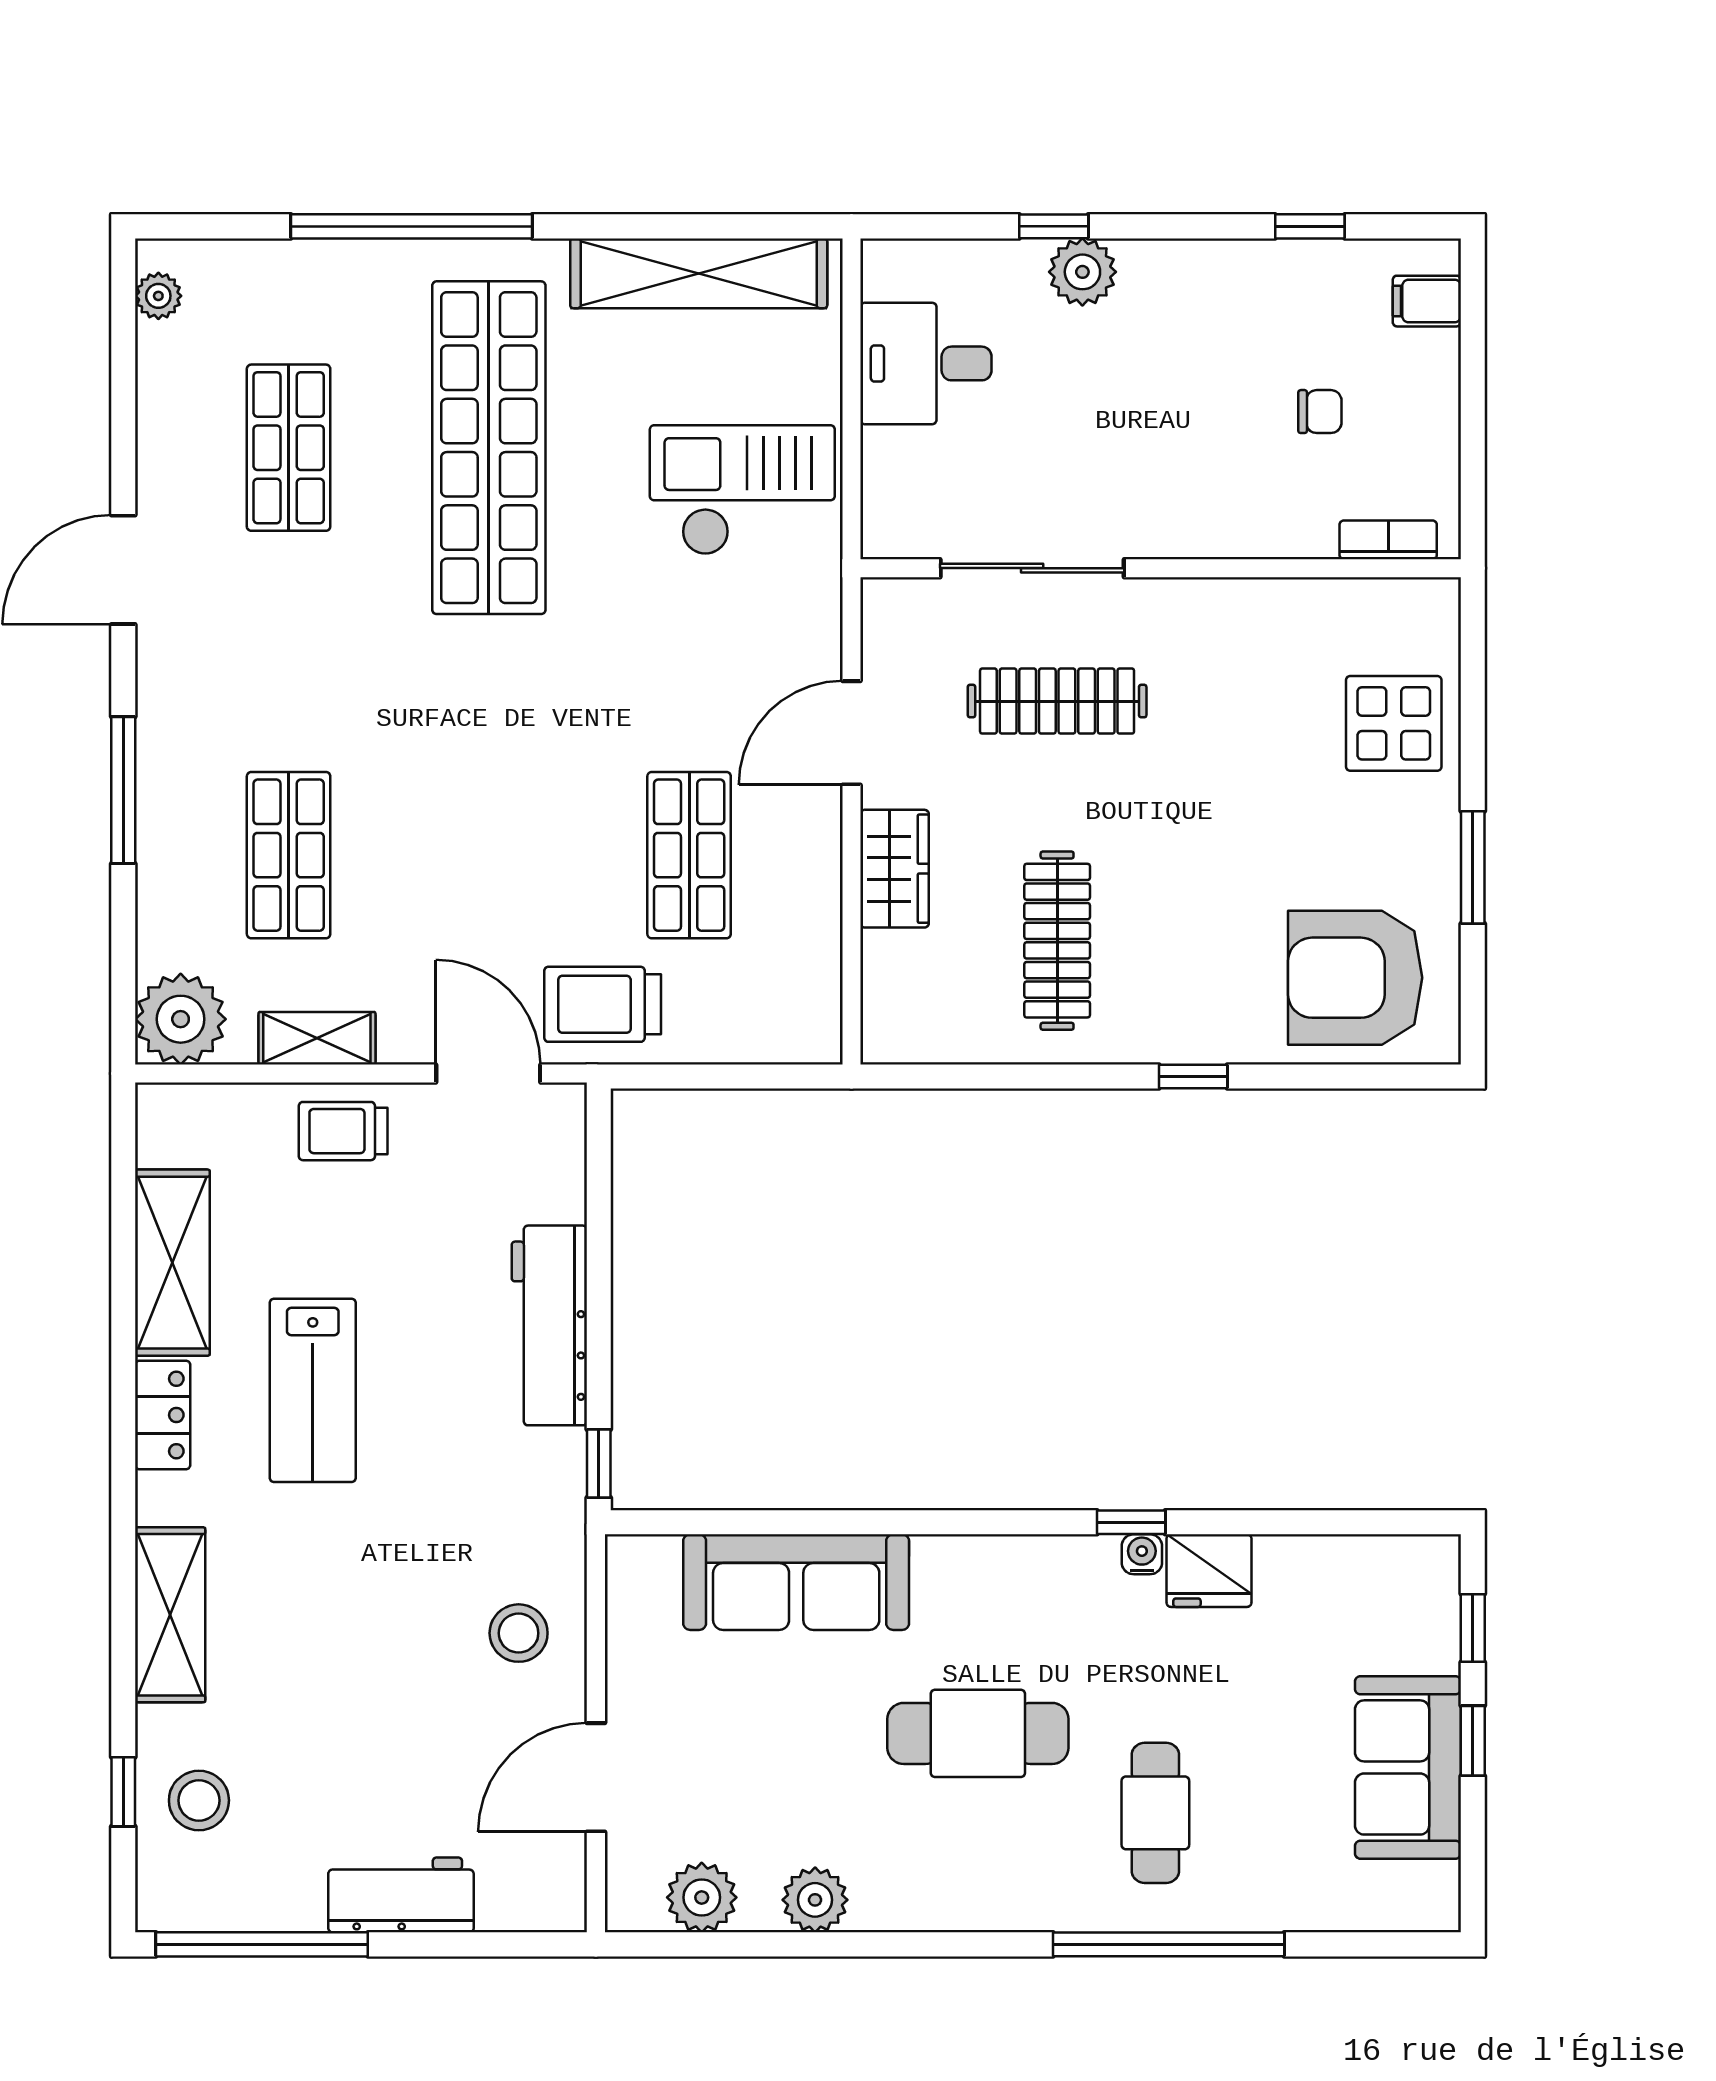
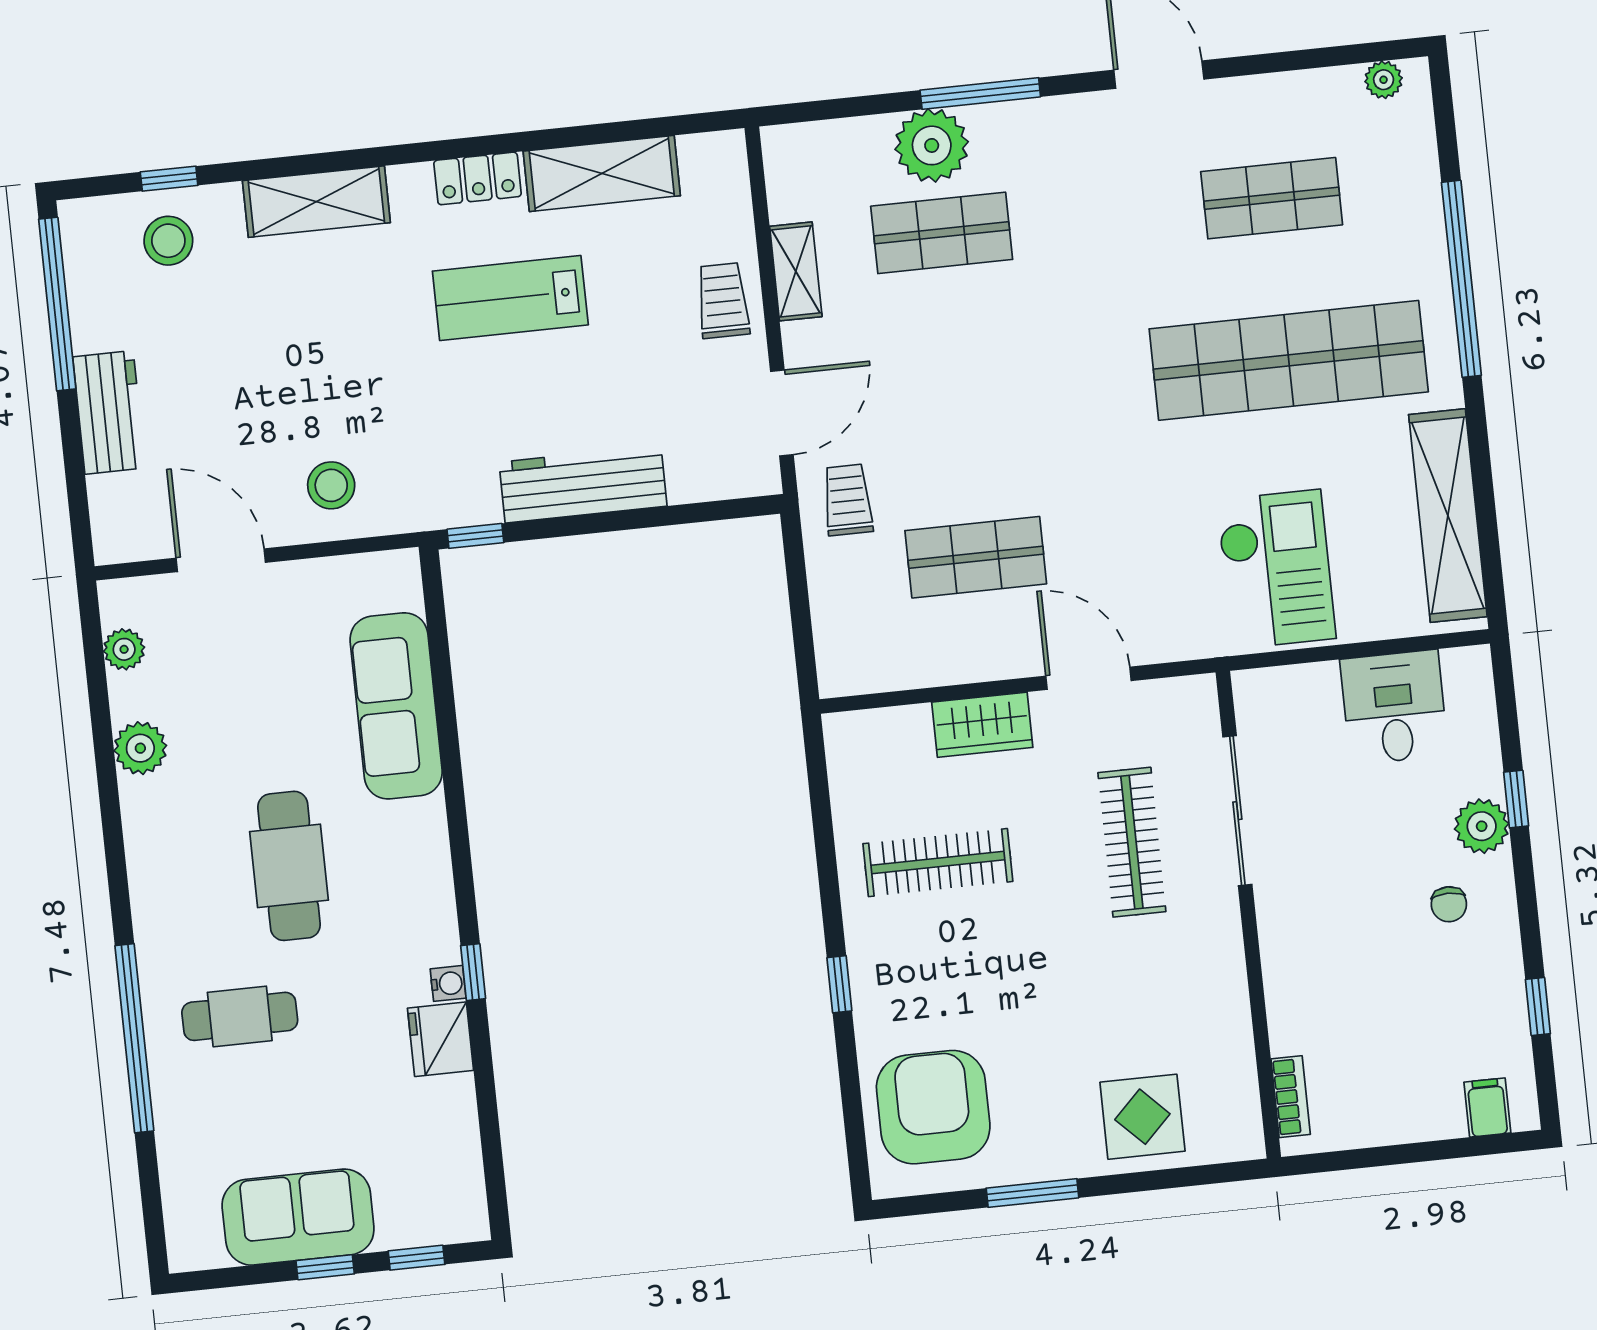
chair: (1320, 412) -> (1449, 904), moved
trolley: (603, 1004) -> (848, 500), width x0.73, depth x0.72
plant: (181, 1019) -> (932, 145), moved
plant: (702, 1897) -> (124, 649), width x0.73, depth x0.73

